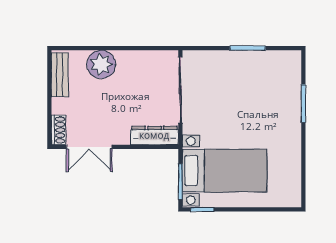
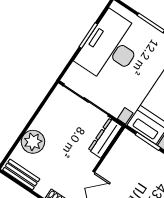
desk: (251, 80) -> (111, 48), added

